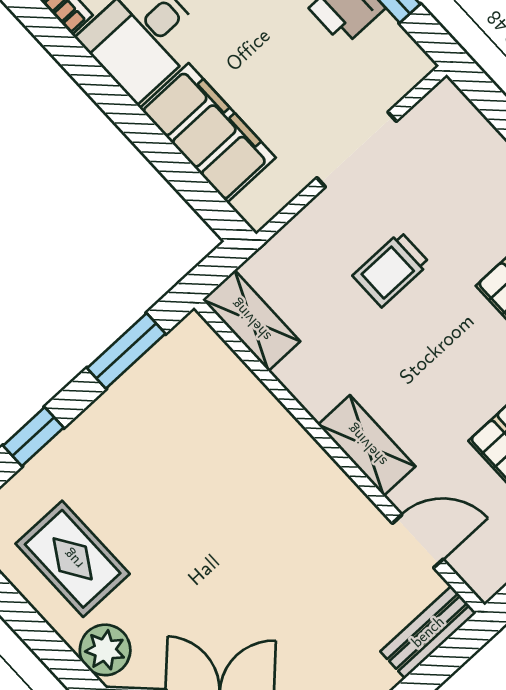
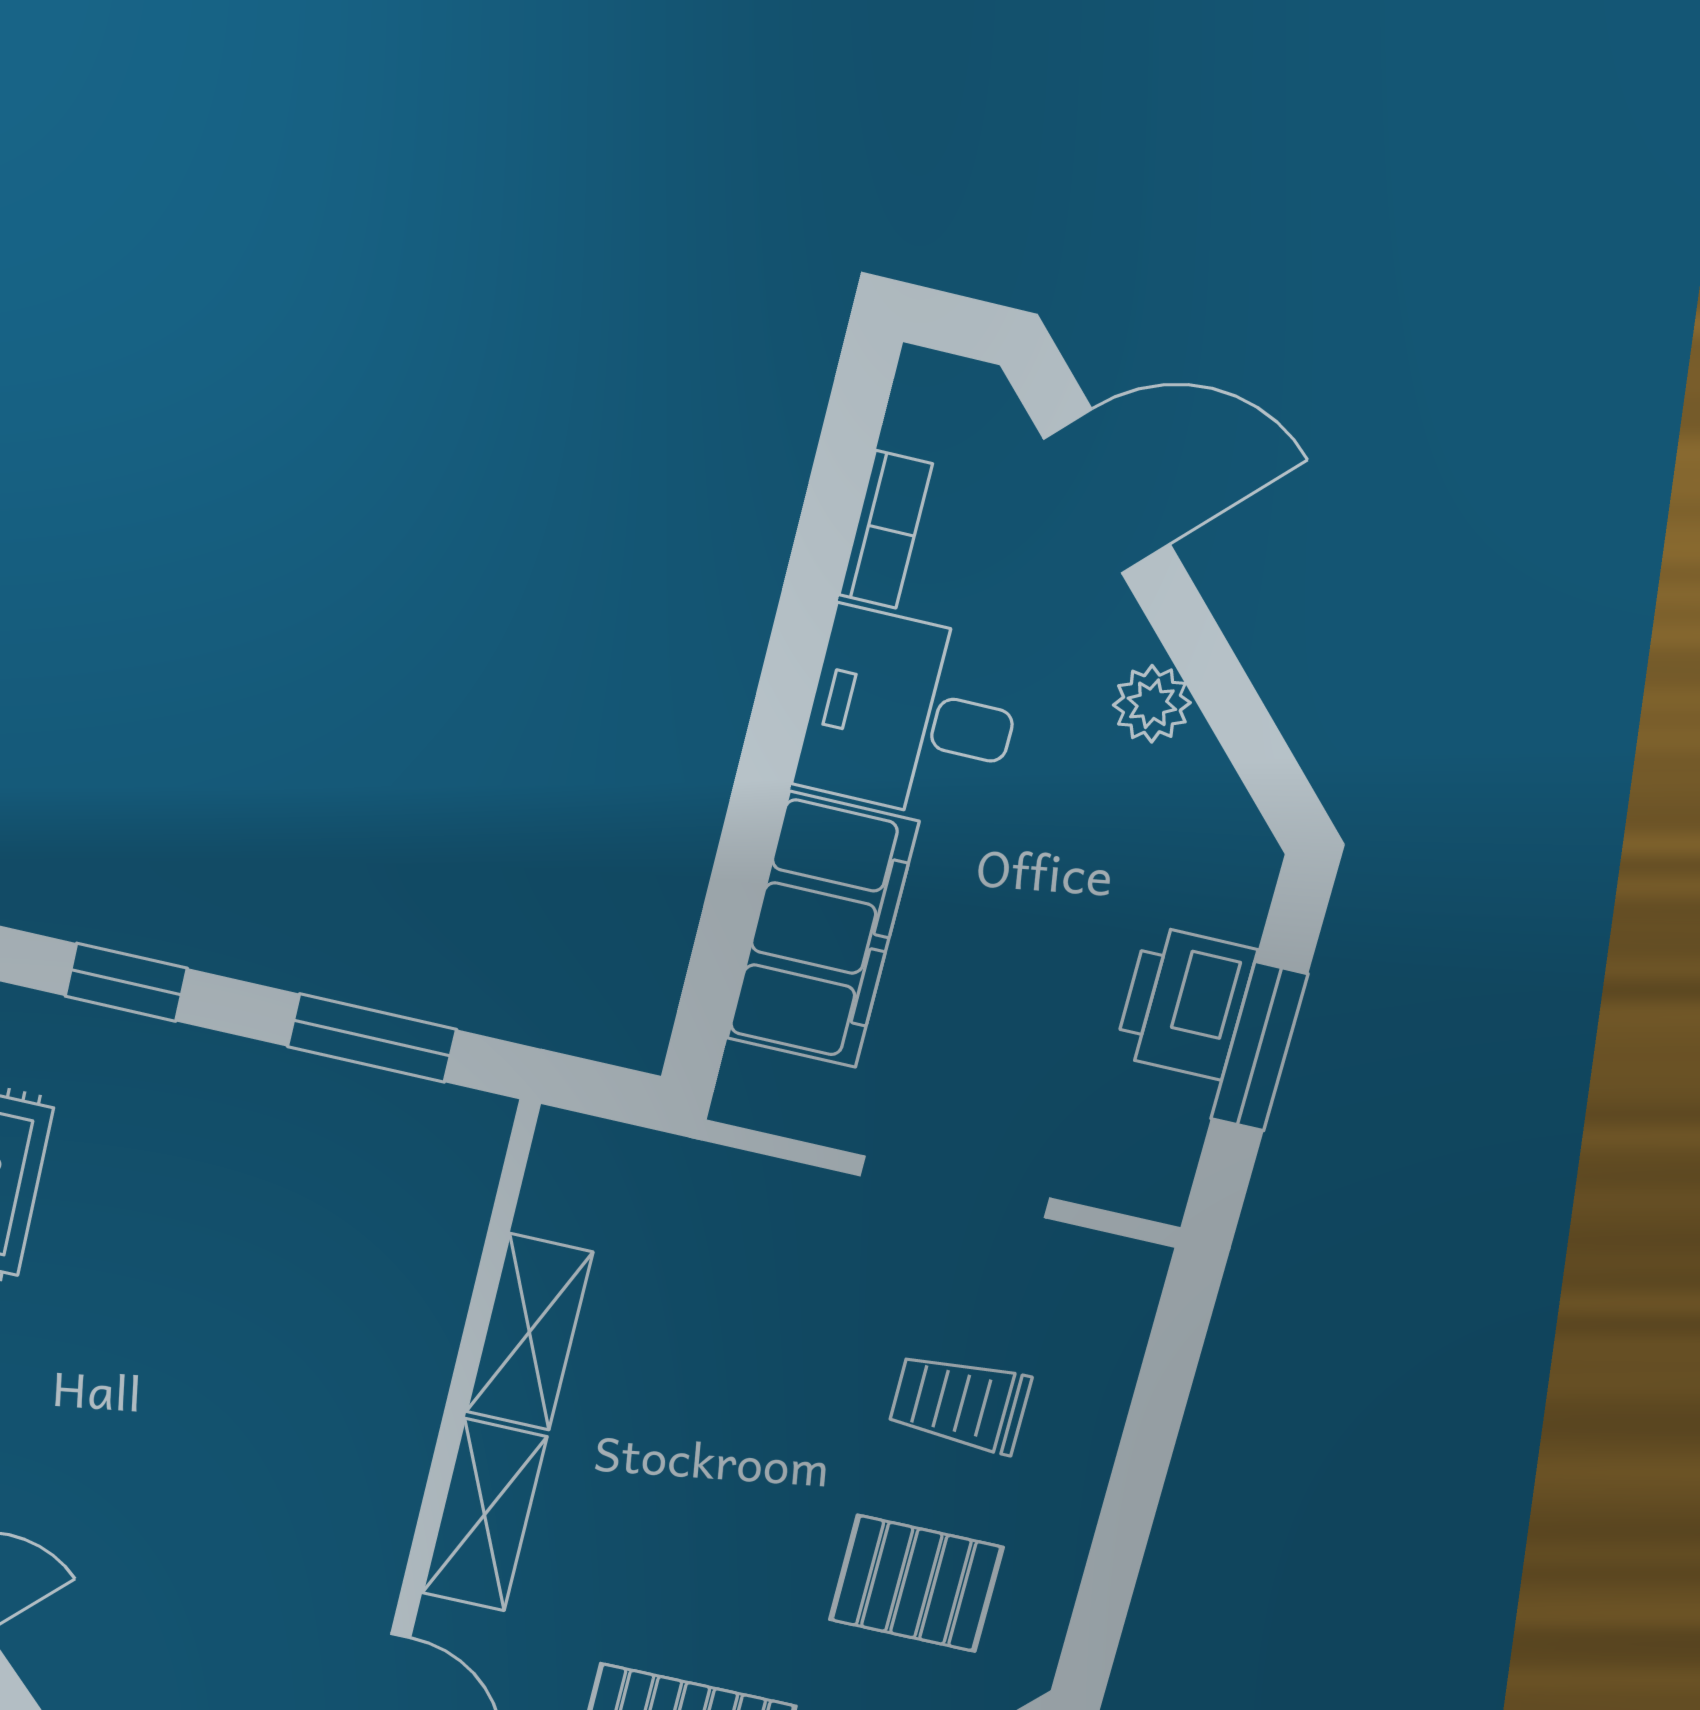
trolley: (391, 269) -> (960, 1403), moved
shelving: (251, 320) -> (529, 1332), moved

